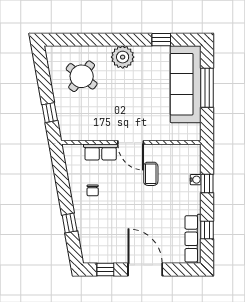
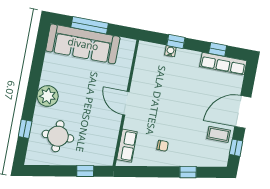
window: (161, 40) -> (25, 129), moved
round table: (82, 76) -> (58, 136), turned -37
door: (131, 142) -> (126, 103), swing flipped
row of seats: (101, 152) -> (127, 146), moved
coffee table: (151, 174) -> (219, 134), moved

